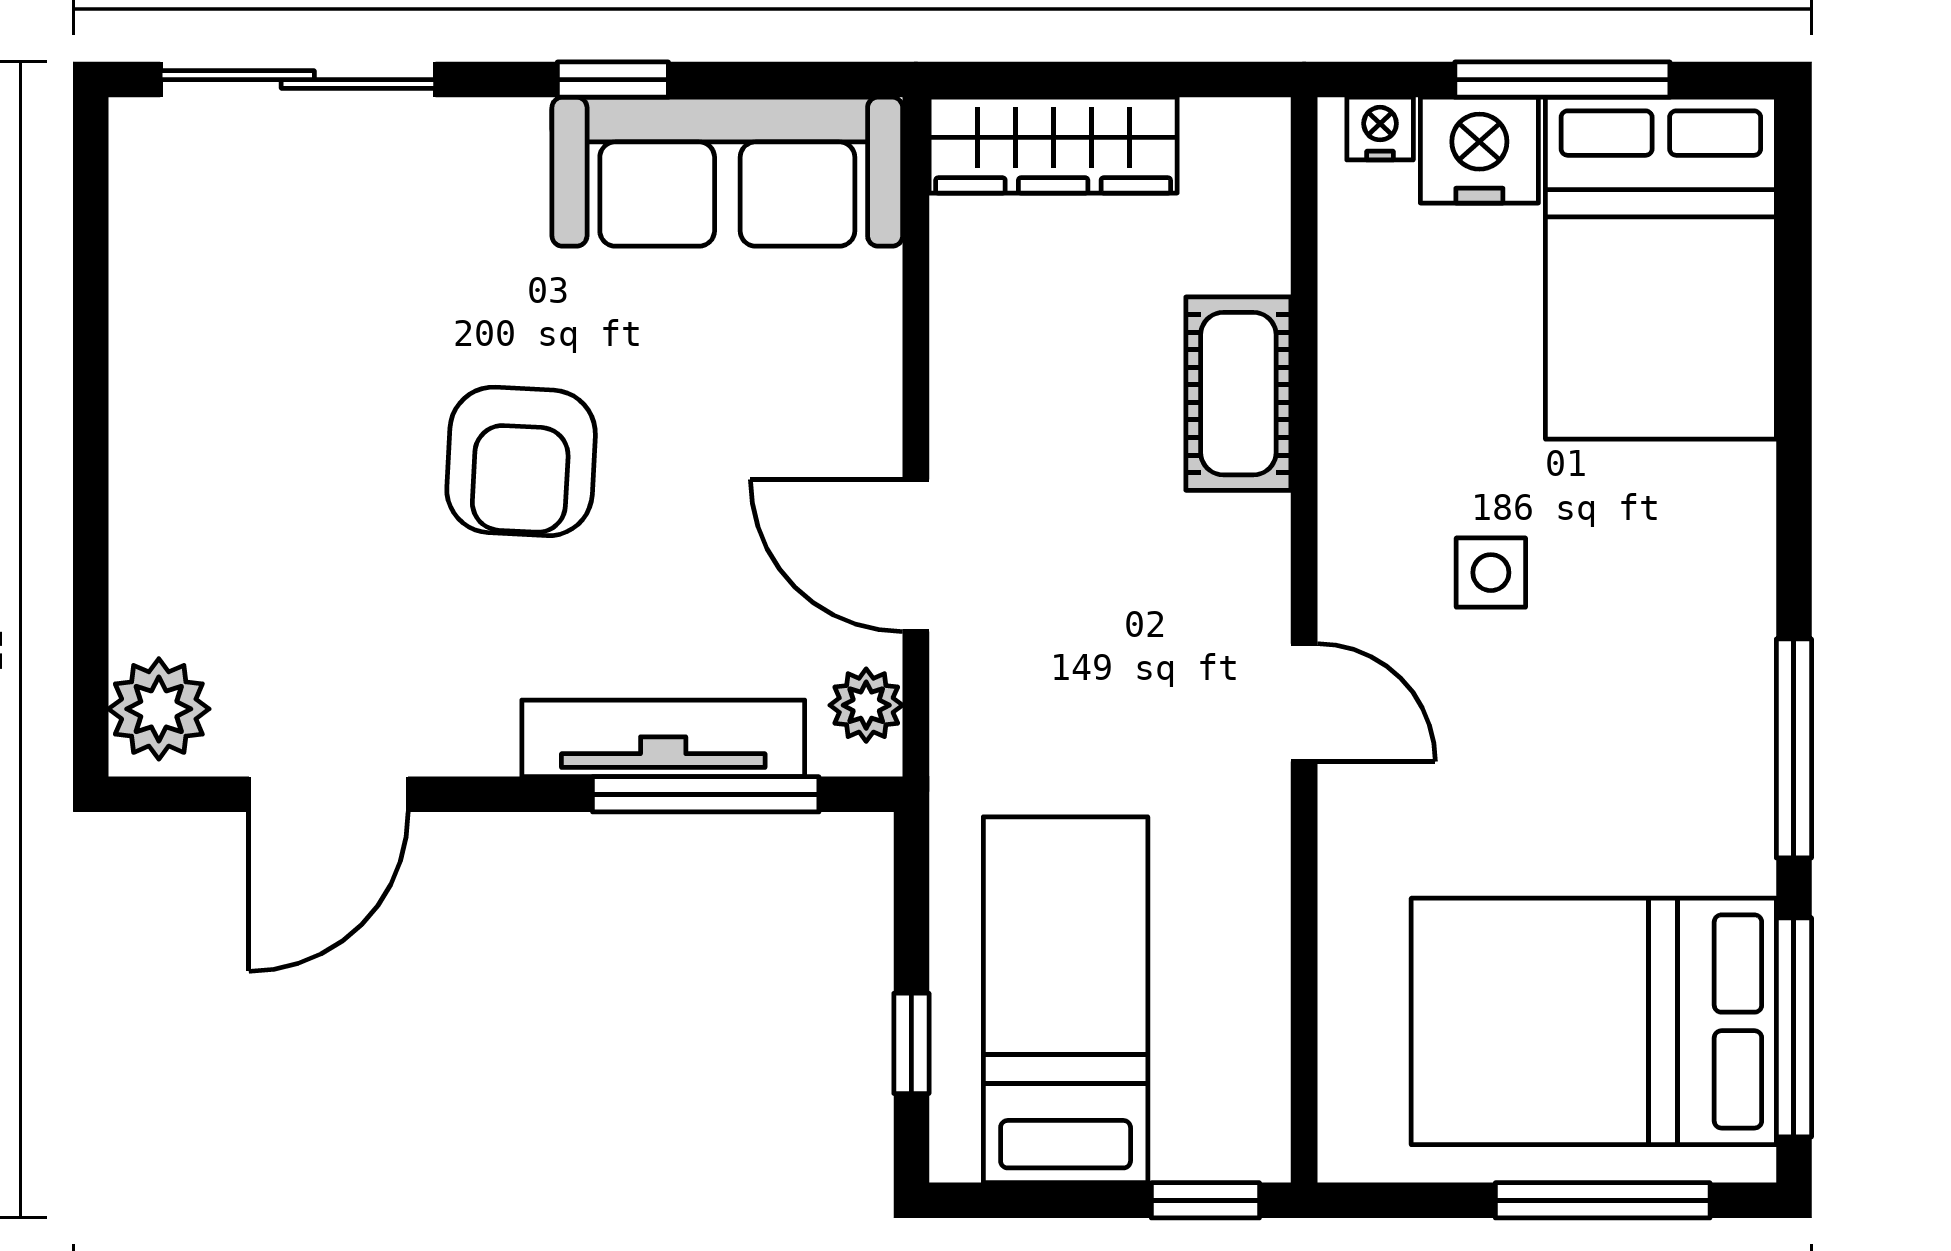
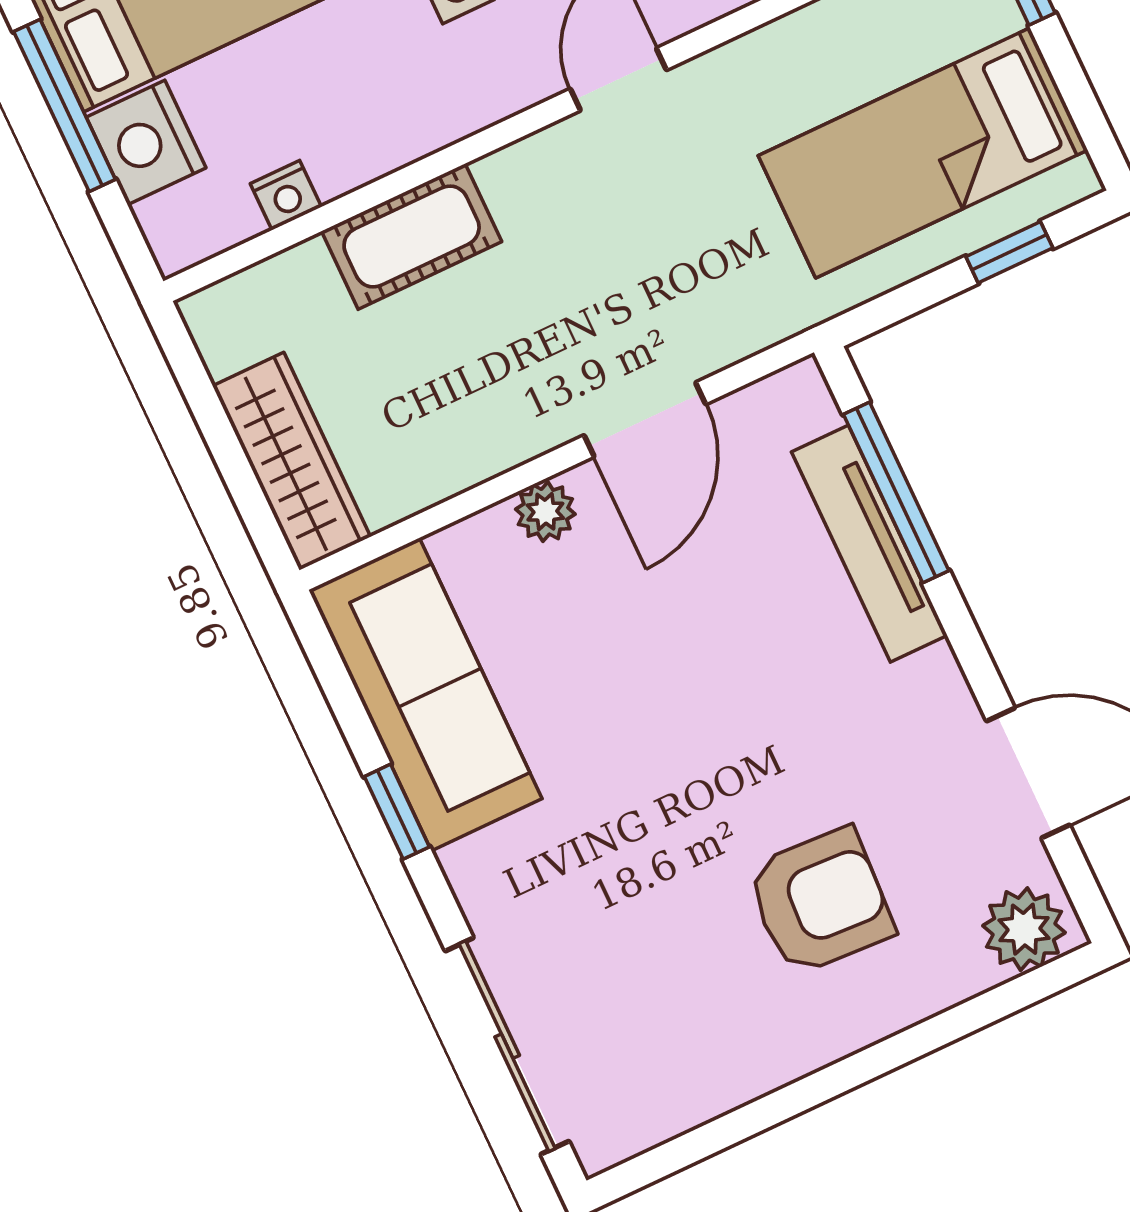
nightstand: (1380, 129) -> (286, 195), moved, turned -90
armchair: (521, 461) -> (820, 901), moved
plant: (866, 705) -> (545, 512), moved

